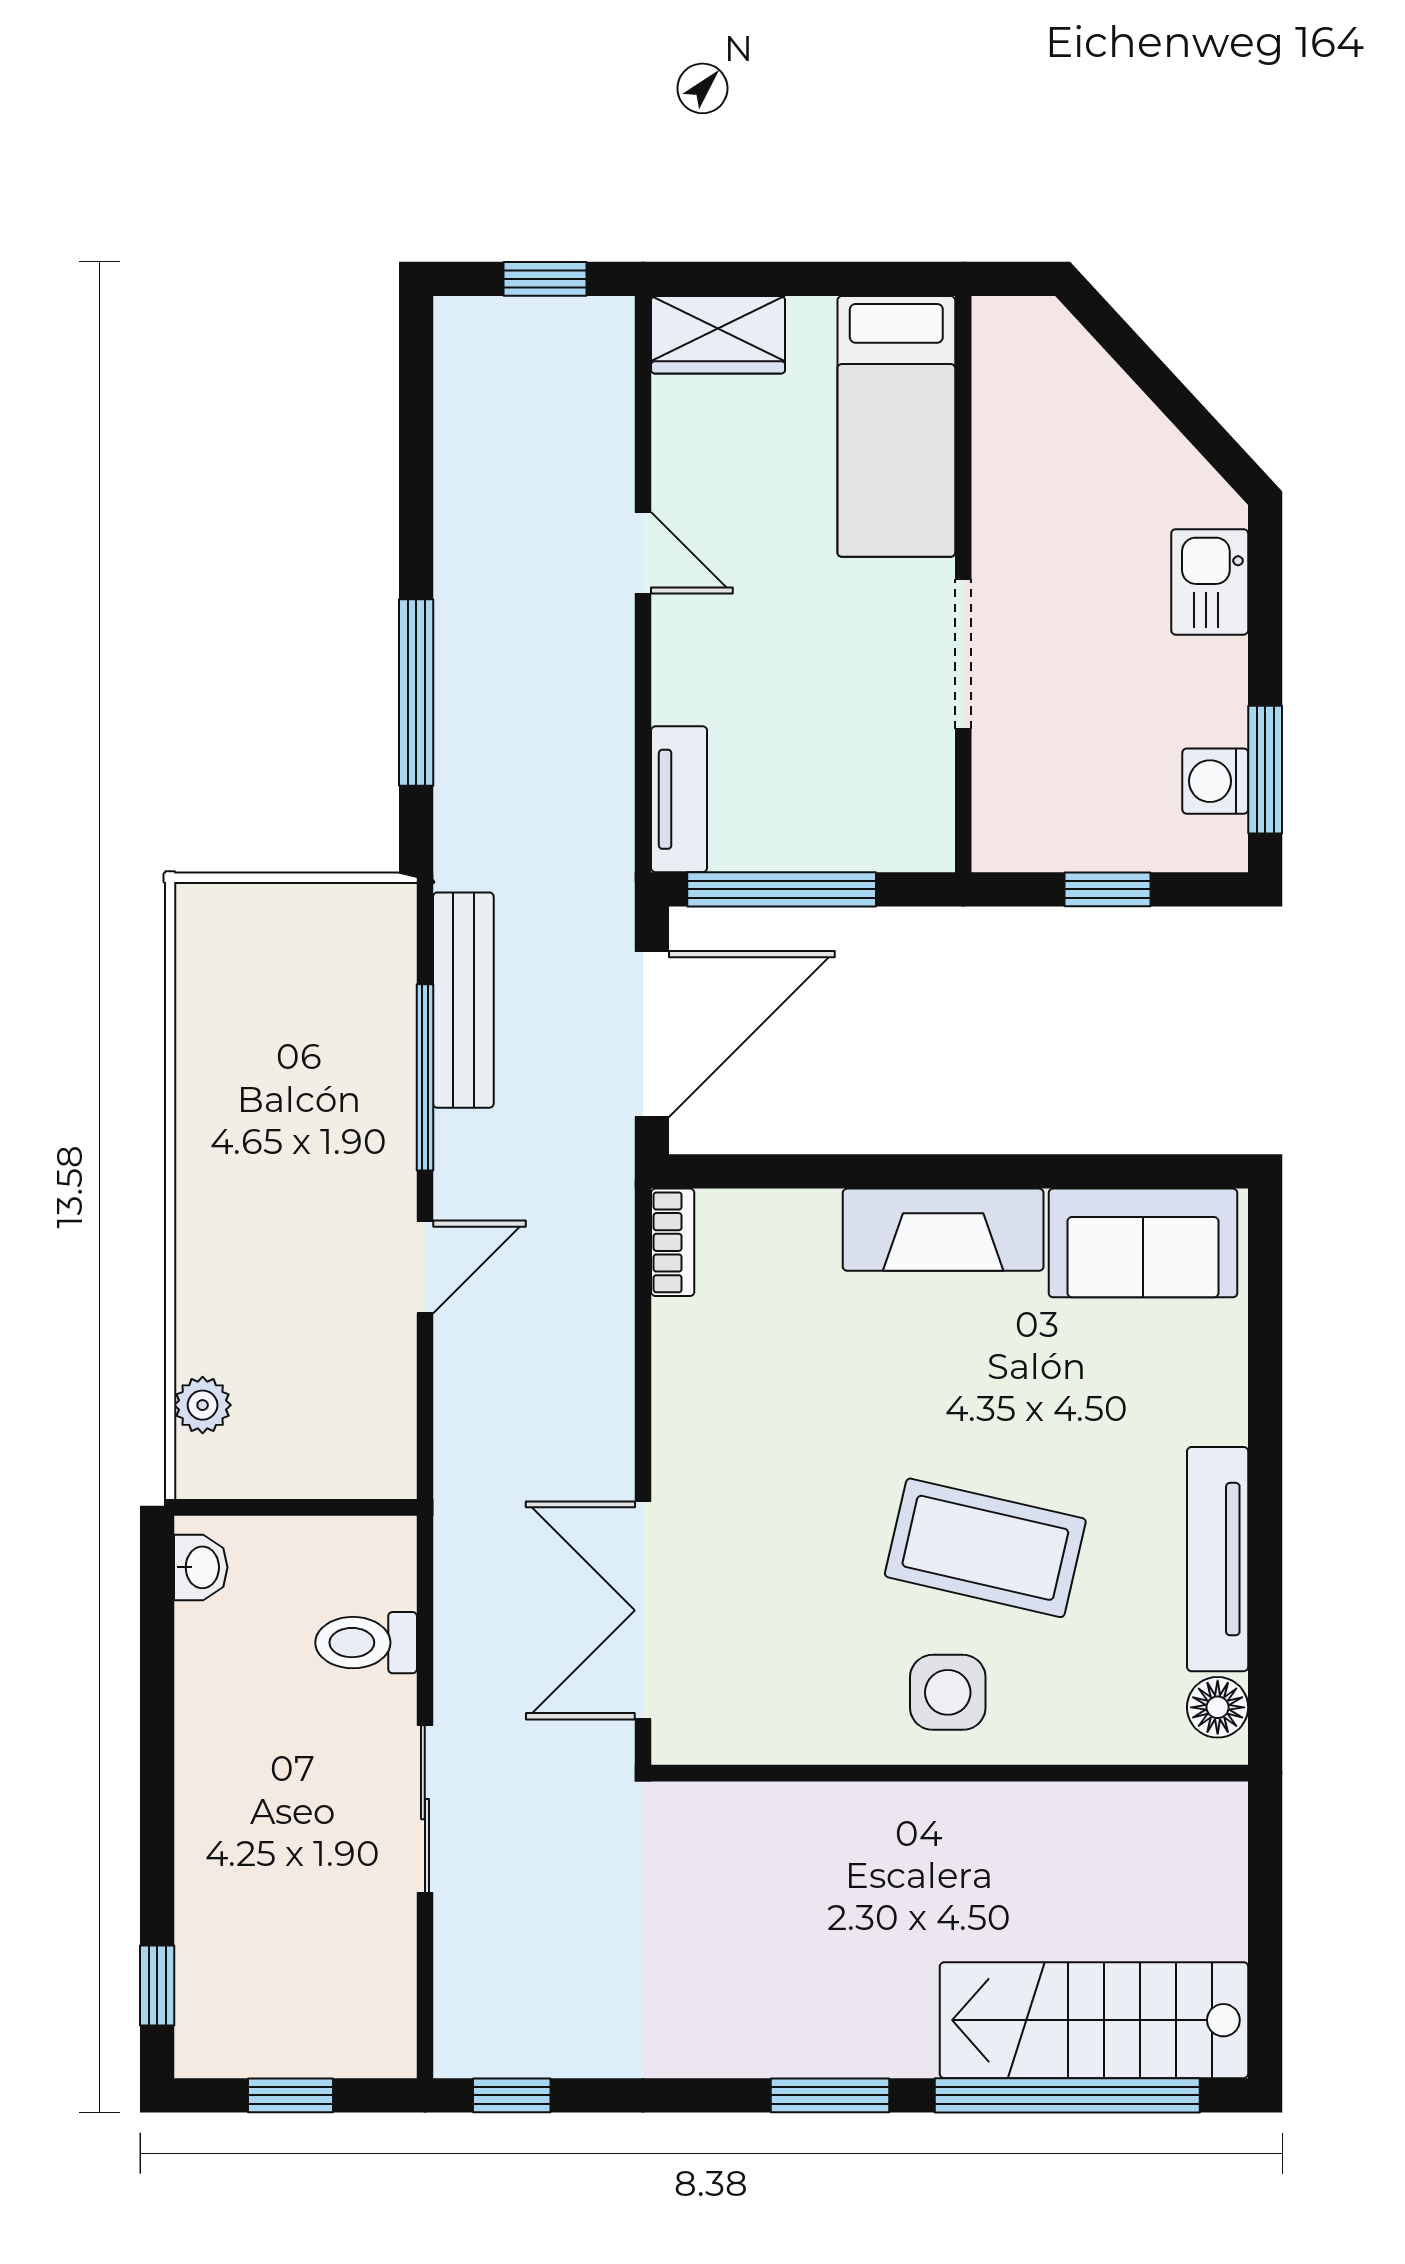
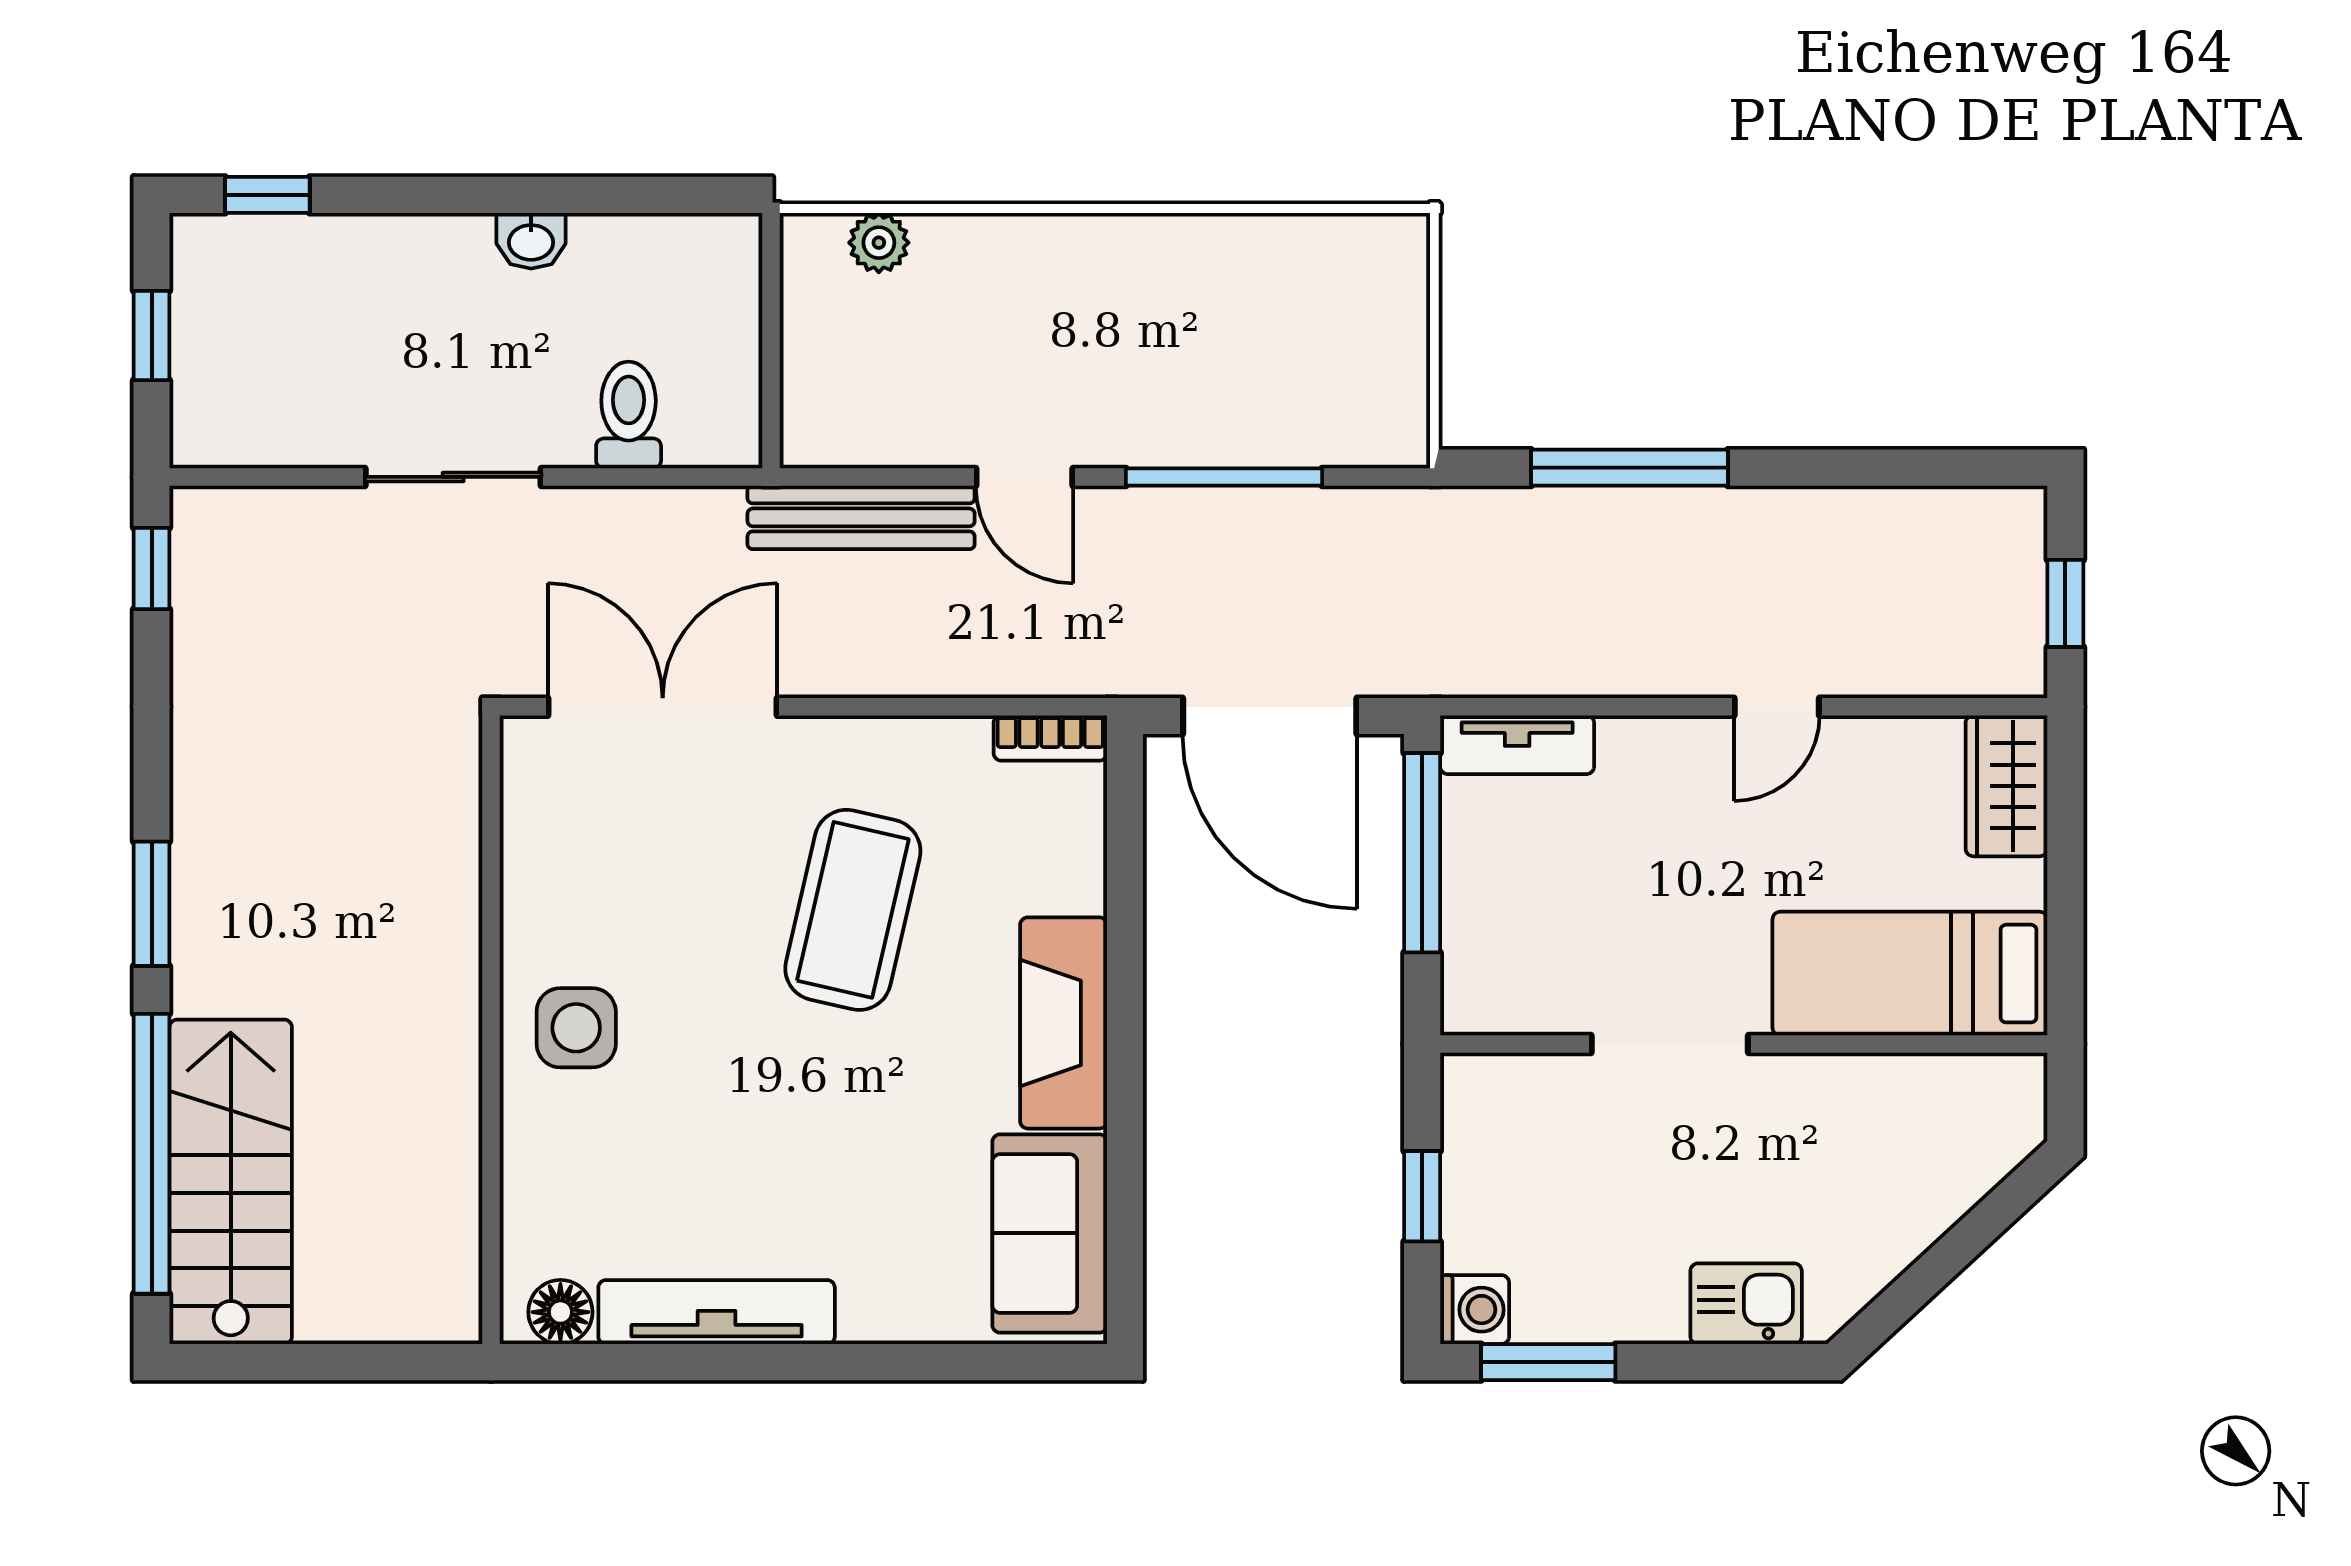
washing machine: (1215, 781) -> (1475, 1310), moved, turned 90
bench: (463, 1000) -> (861, 517), moved
coffee table: (985, 1548) -> (853, 910), moved
washbasin: (201, 1567) -> (531, 241), moved

